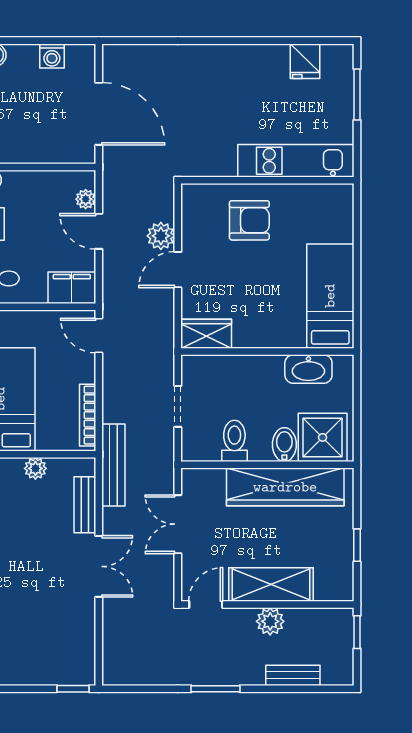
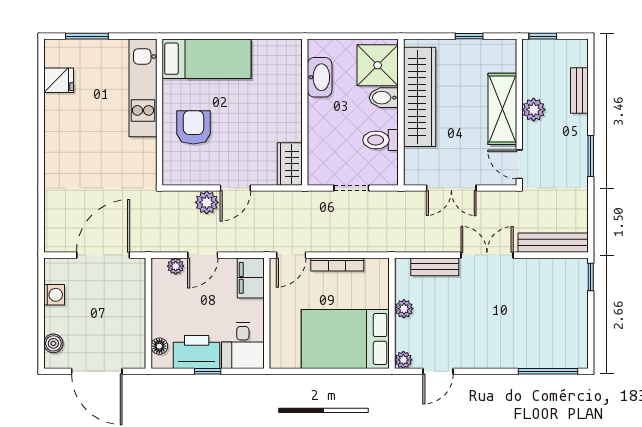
door: (178, 270) -> (235, 188), hinge flipped
bed: (330, 296) -> (206, 59), moved, turned 180
bookcase: (88, 415) -> (337, 264), moved
bench: (113, 465) -> (553, 243), moved

